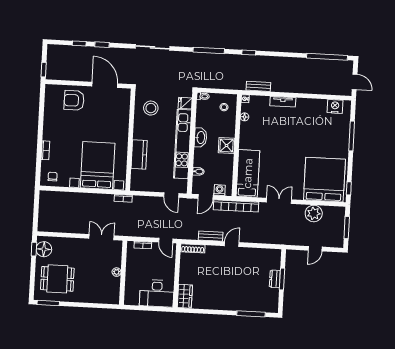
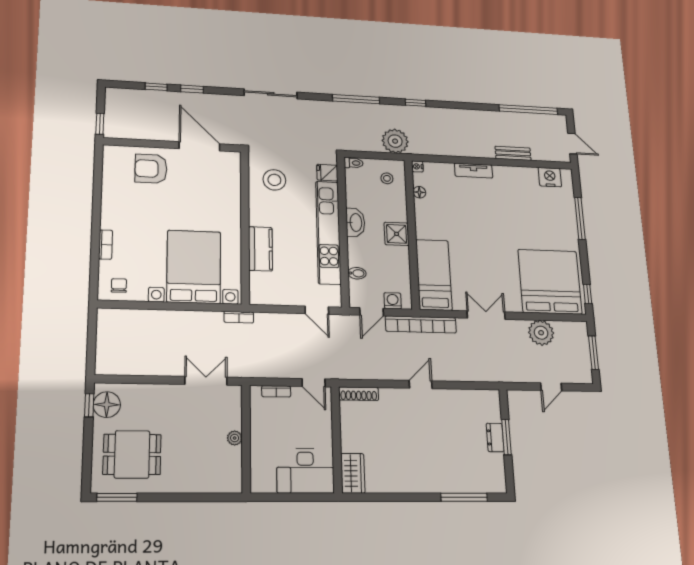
plant: (232, 81) -> (395, 141), added
bench: (258, 86) -> (513, 153), moved
bench: (211, 236) -> (386, 373), removed

